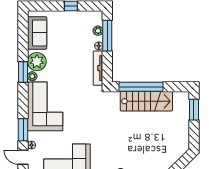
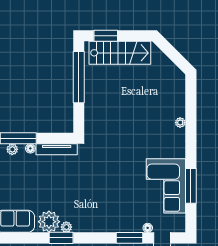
window: (141, 87) -> (79, 77), moved
stairs: (146, 101) -> (120, 53), moved, turned 90
corner sofa: (45, 106) -> (102, 212), removed

